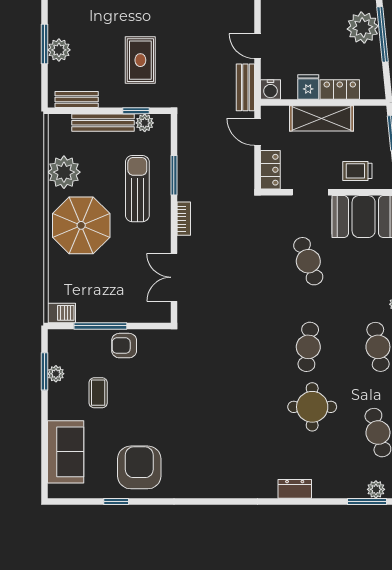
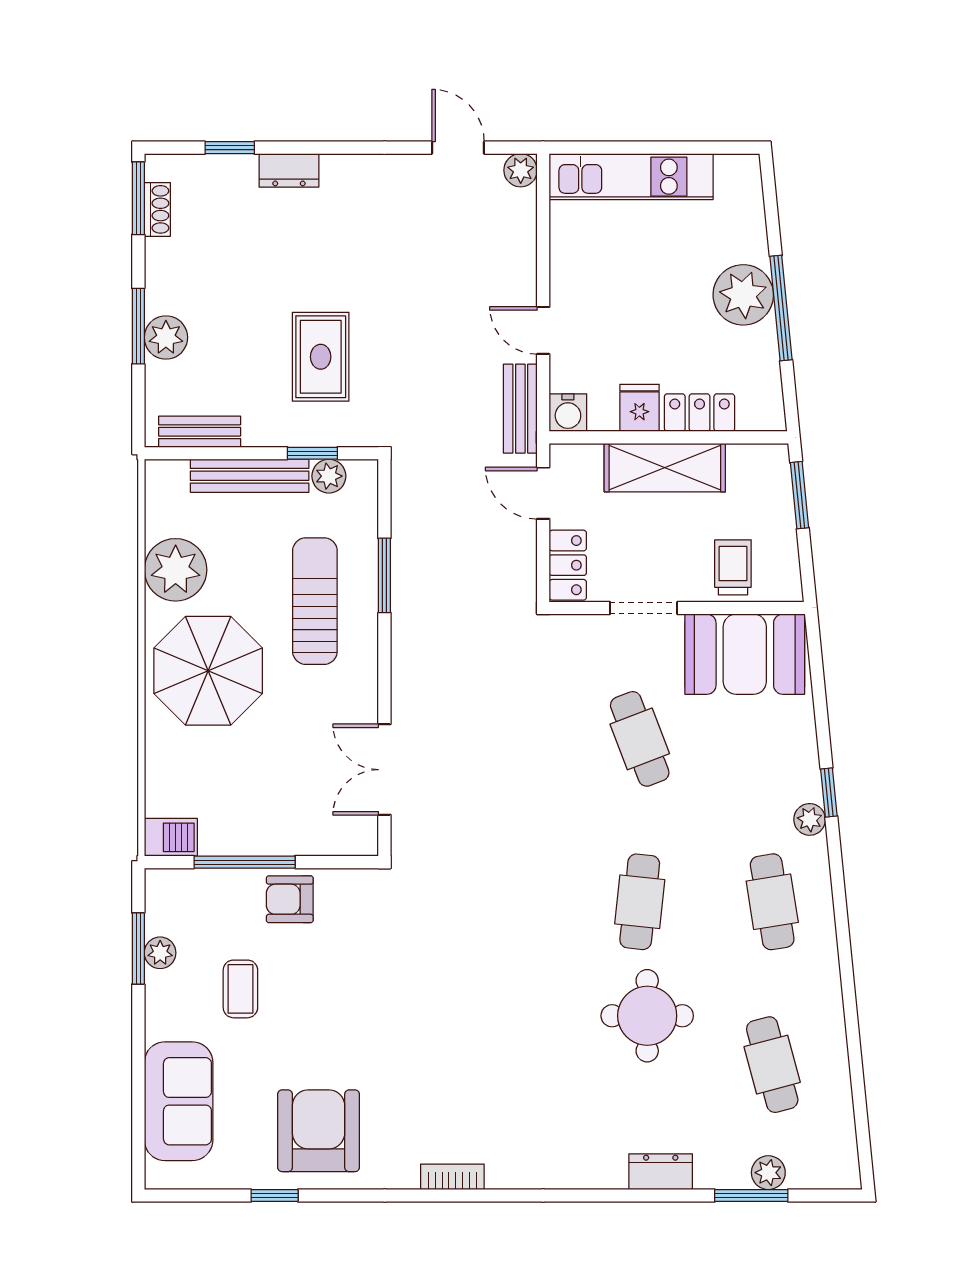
trolley: (357, 171) -> (733, 567), turned 90
bookcase: (184, 219) -> (452, 1177), moved, turned -90
dresser: (295, 489) -> (661, 1172), moved

